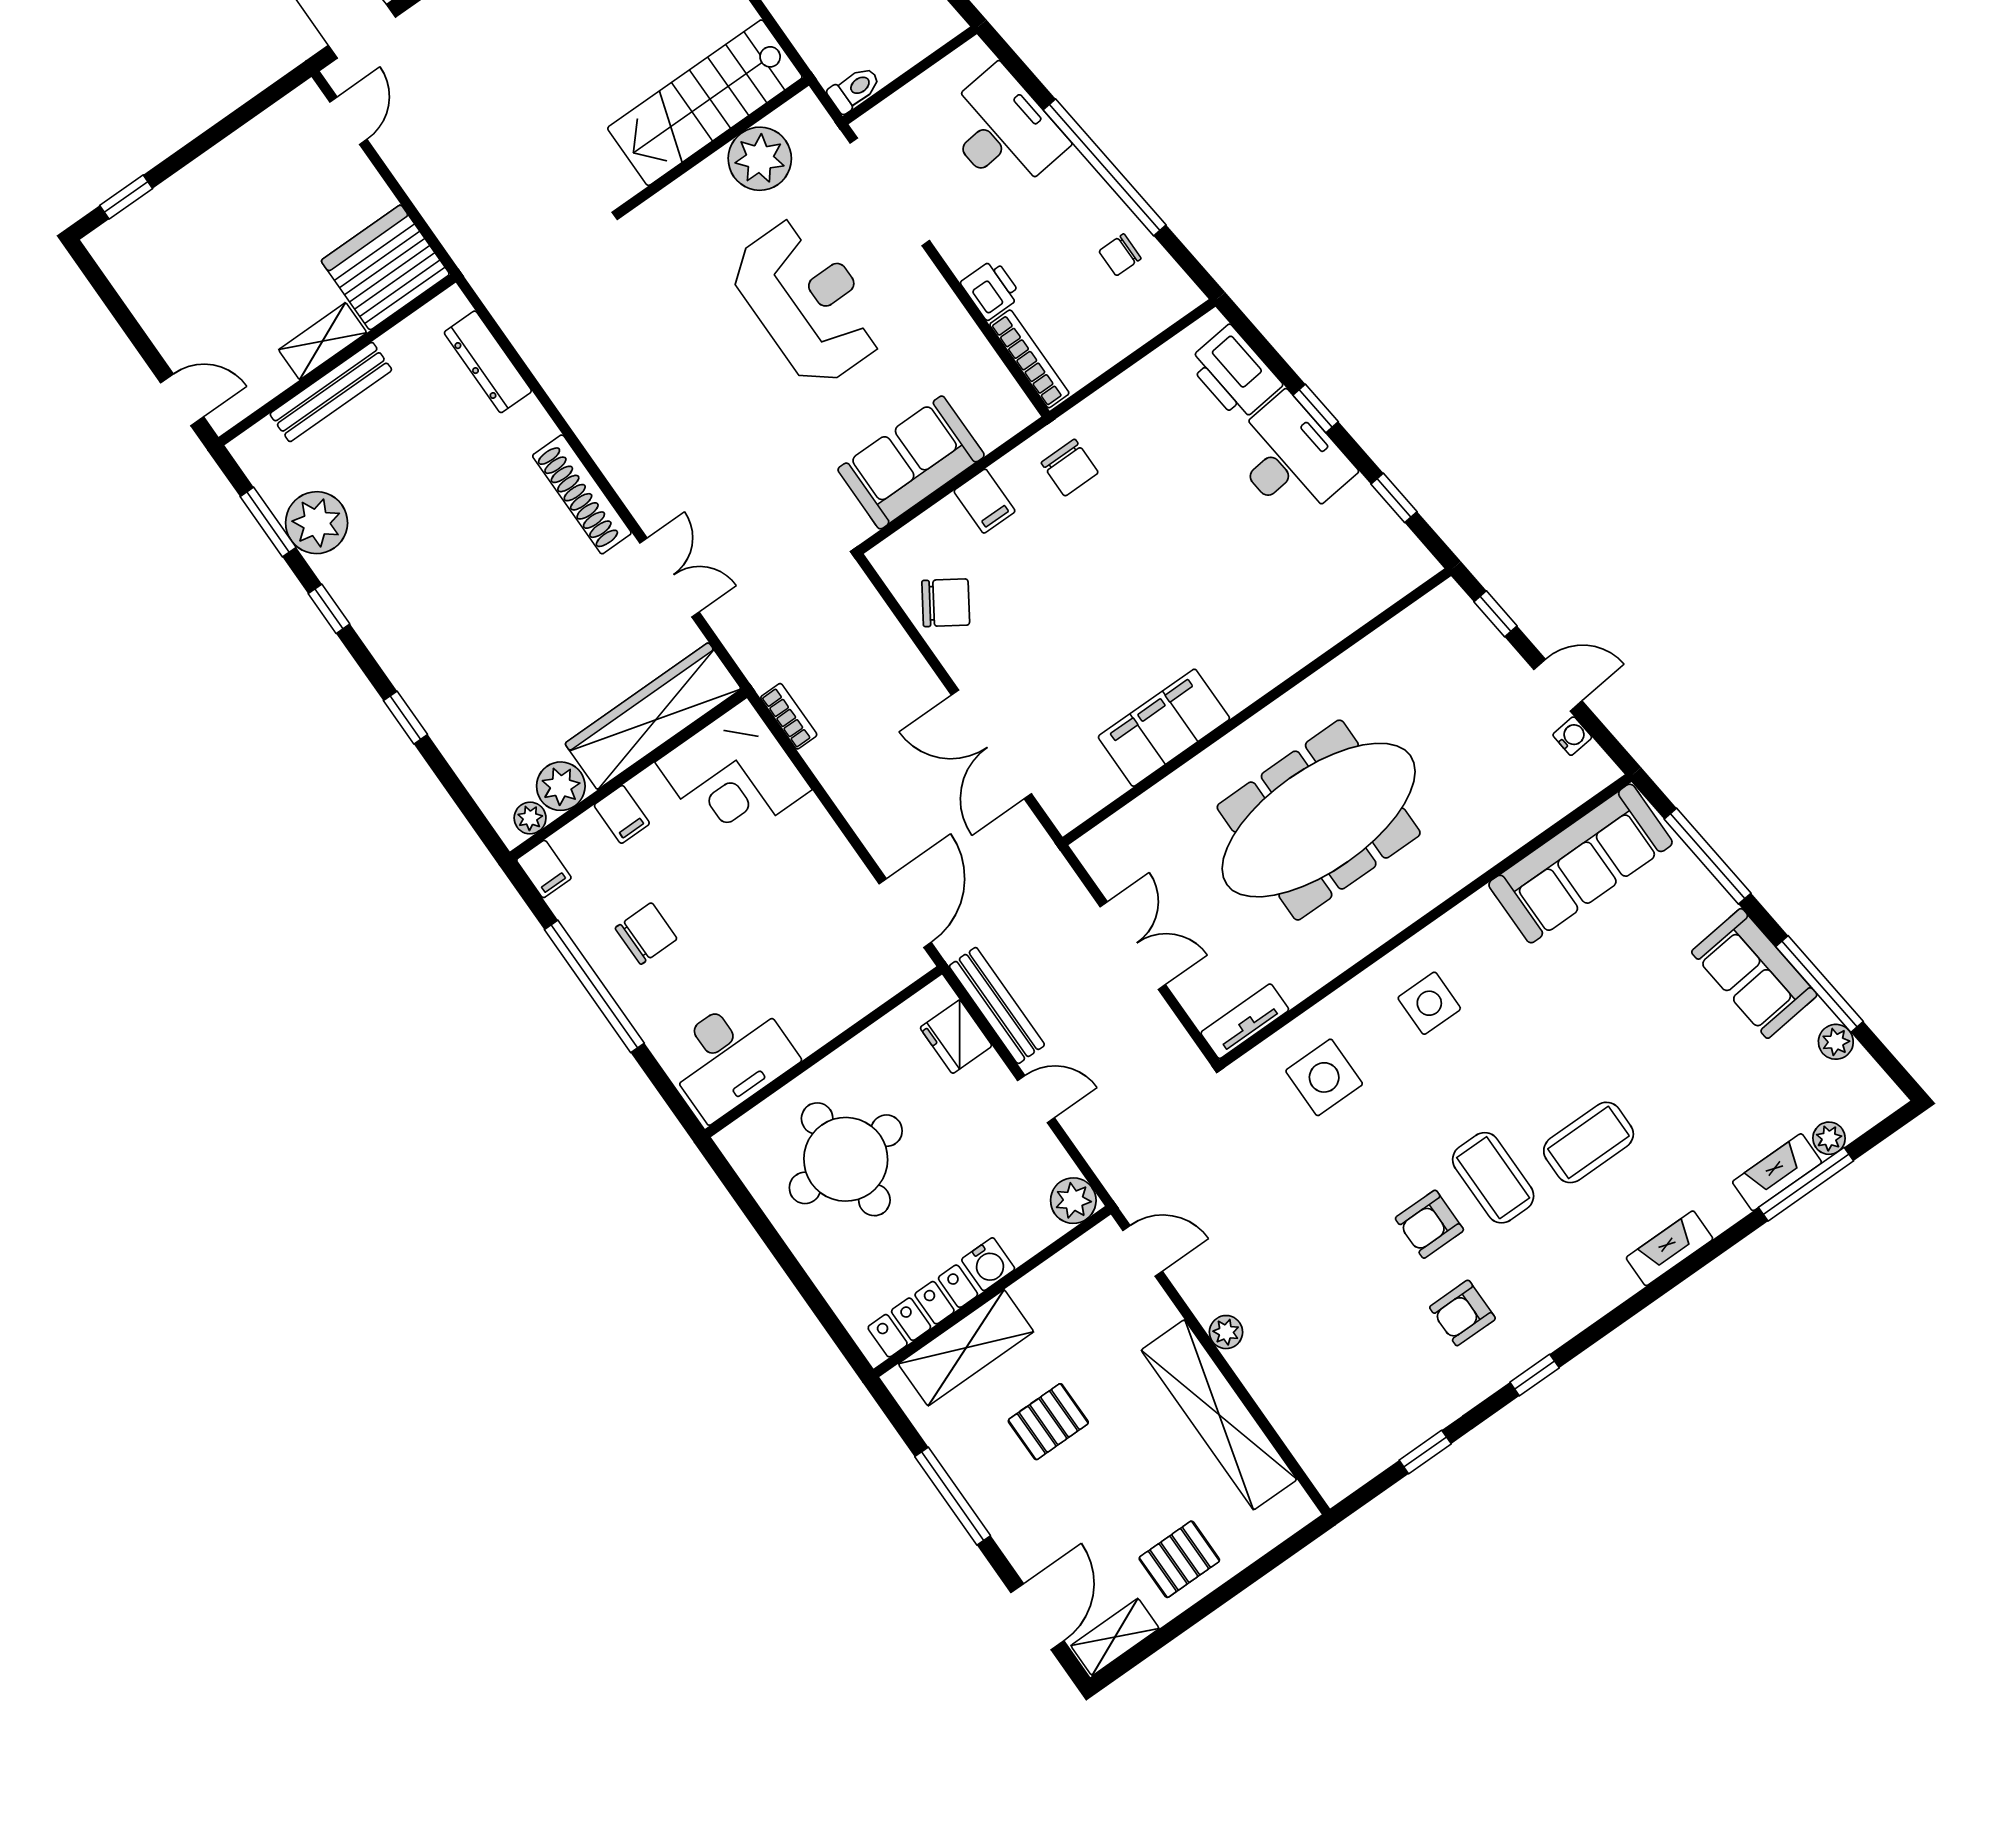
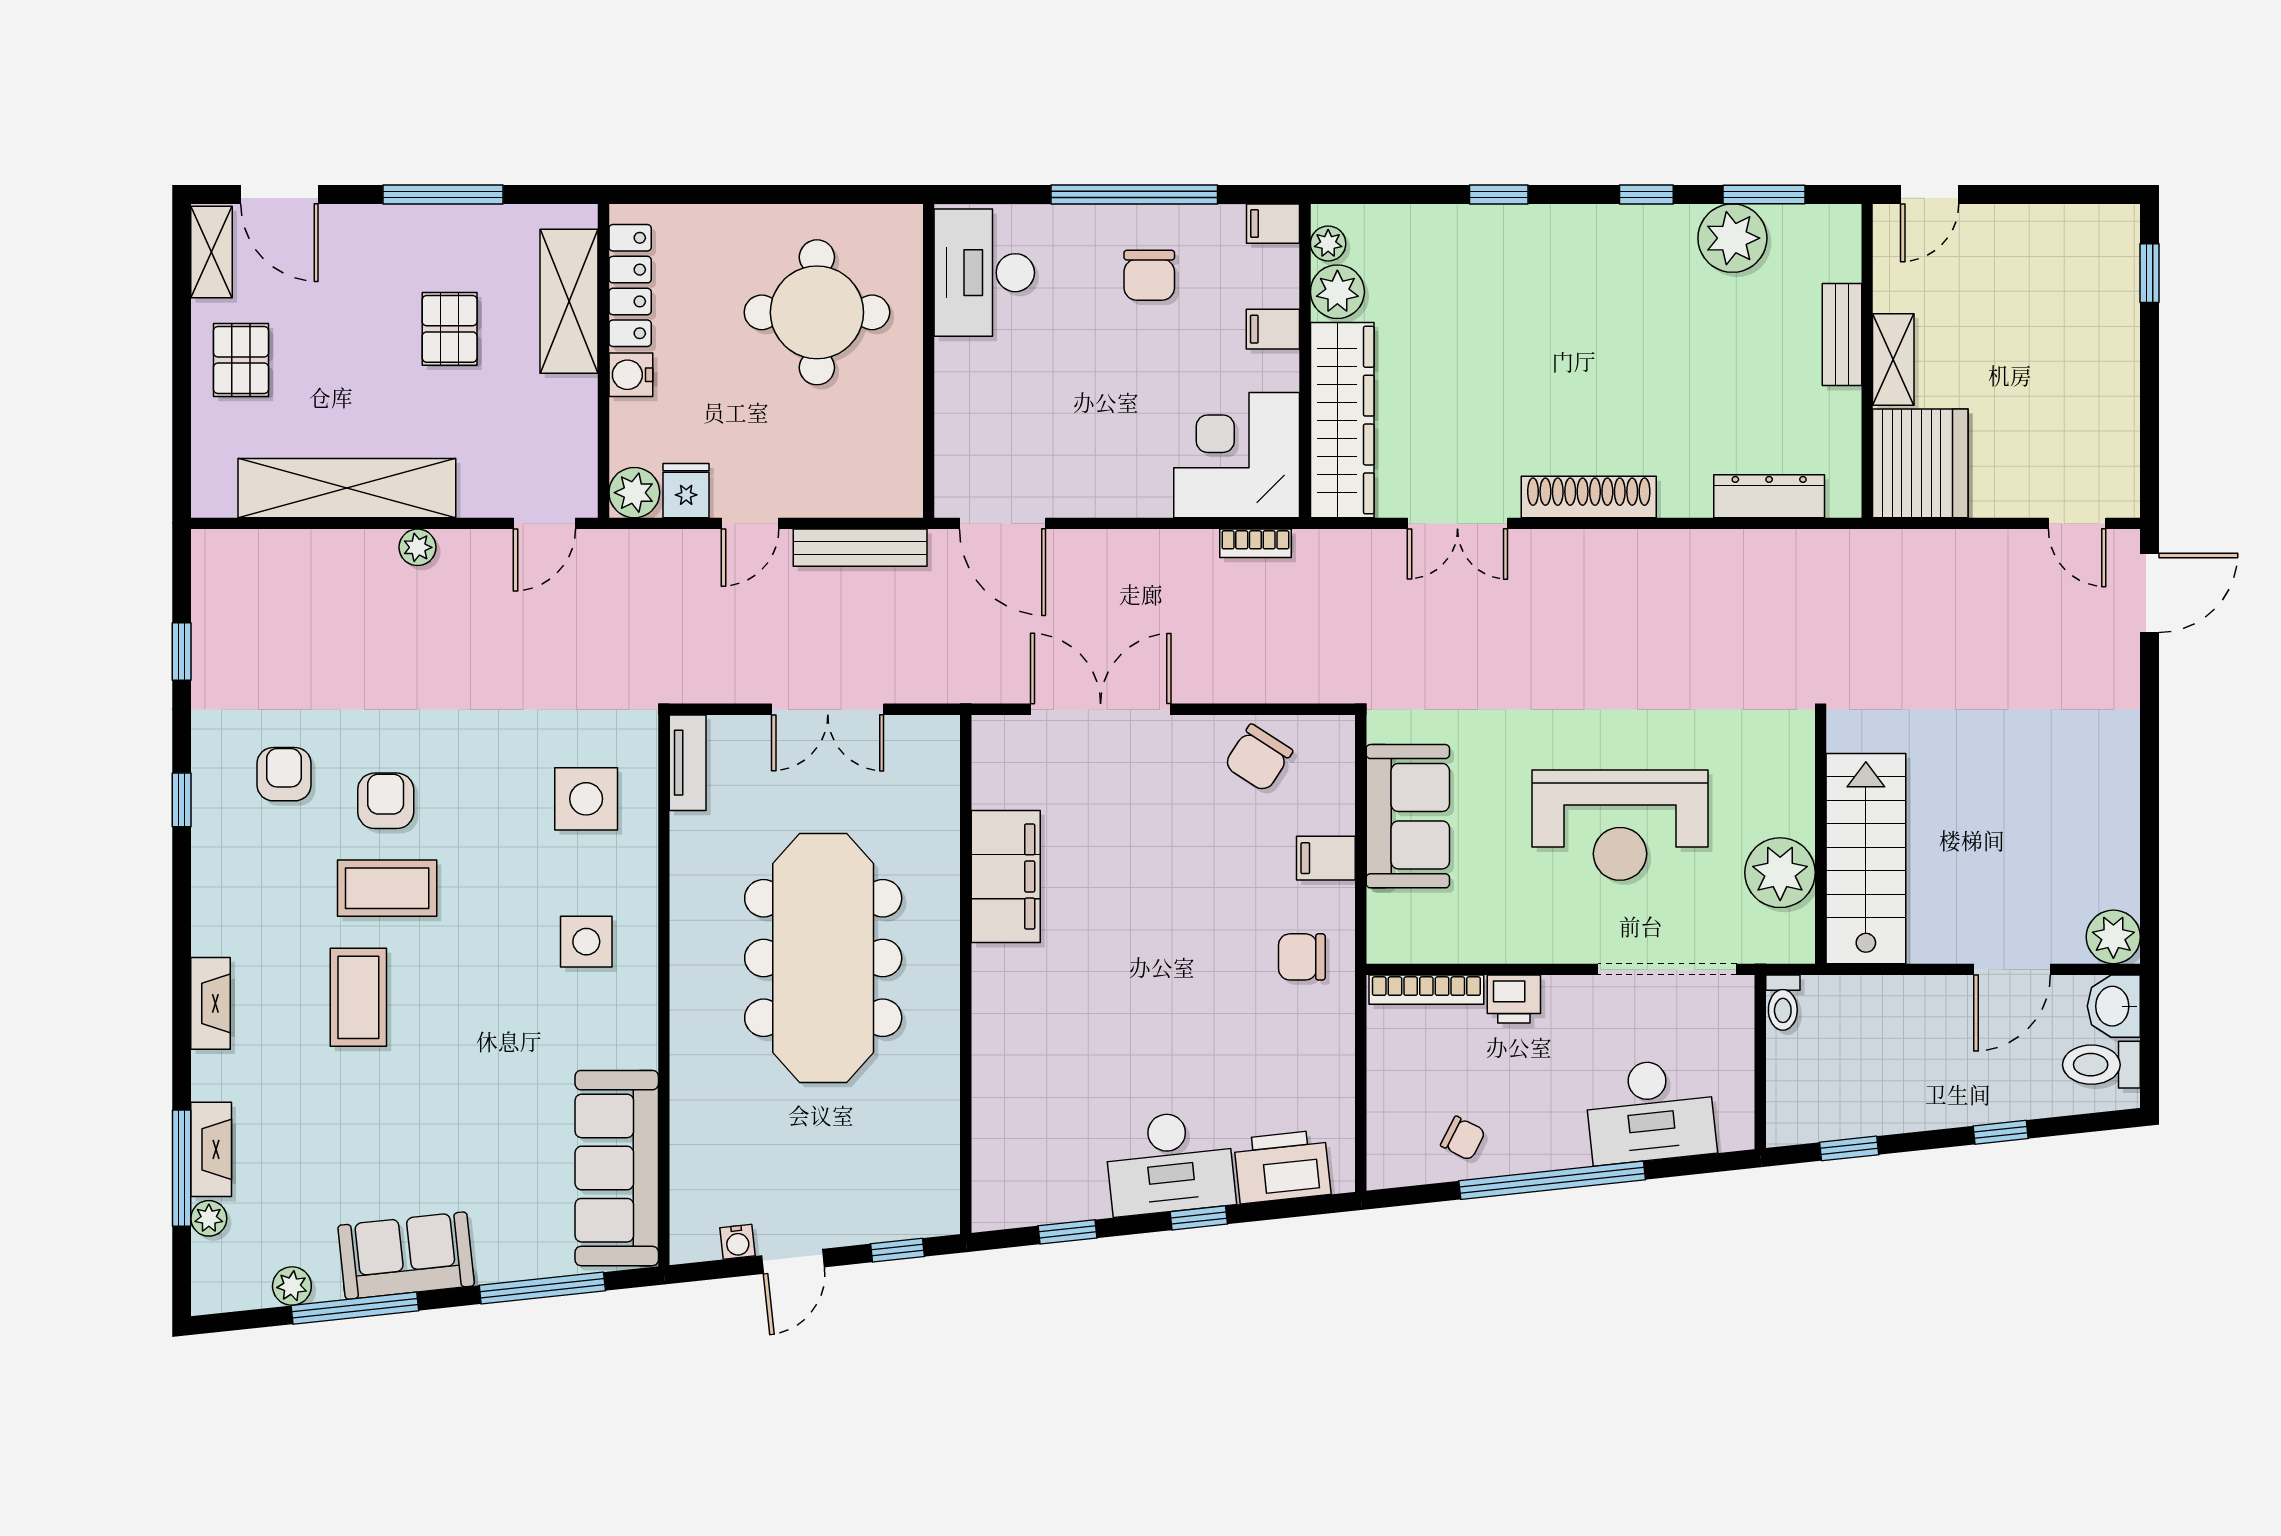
chair: (1120, 255) -> (1463, 1138), turned 117
bench: (331, 392) -> (1842, 334), width x0.73
fridge: (956, 1037) -> (686, 491), moved, width x0.72

